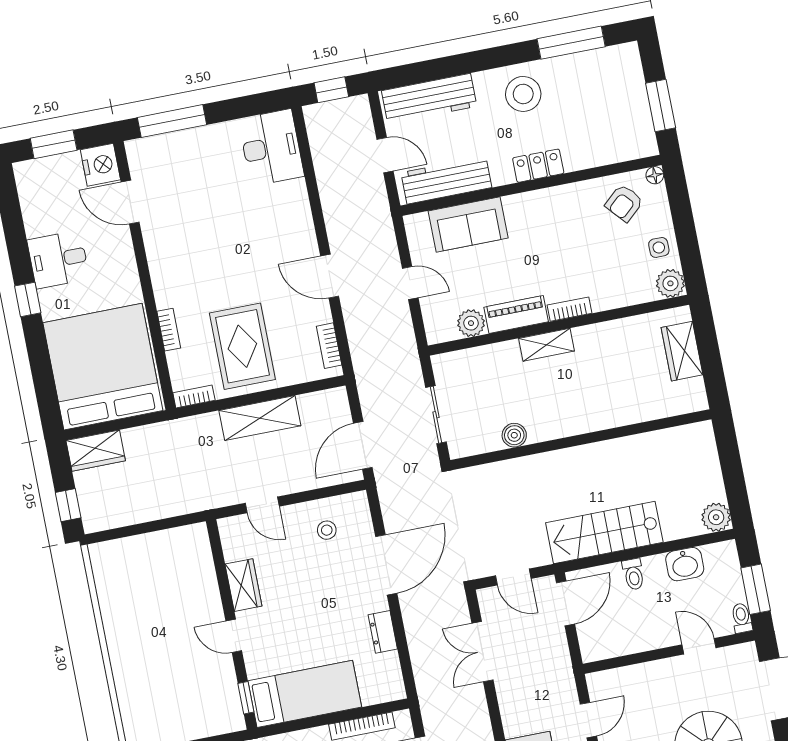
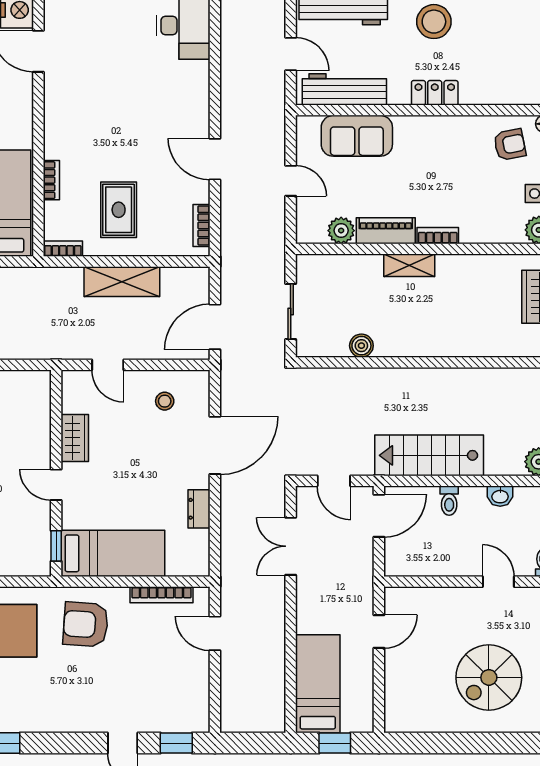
armchair: (624, 203) -> (510, 145), turned -149
rug: (242, 346) -> (119, 210), width x0.73, depth x0.70
washbasin: (685, 564) -> (500, 496), width x0.72, depth x0.69

